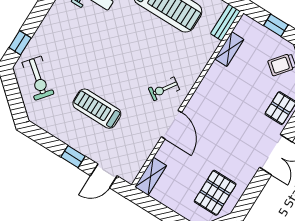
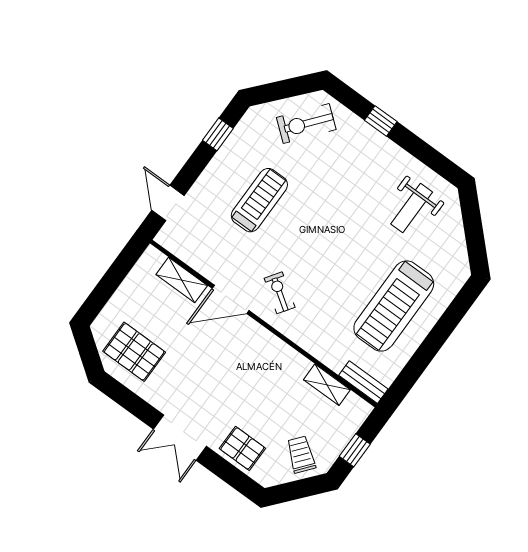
window: (20, 43) -> (381, 121), moved
window: (73, 157) -> (218, 134), moved
shelving: (151, 176) -> (182, 280), moved

